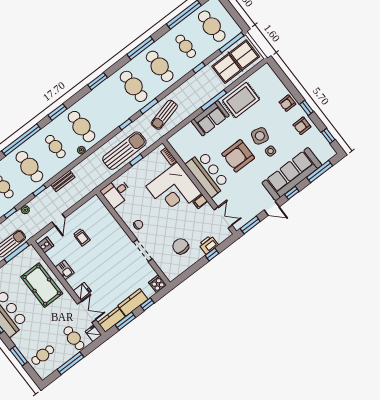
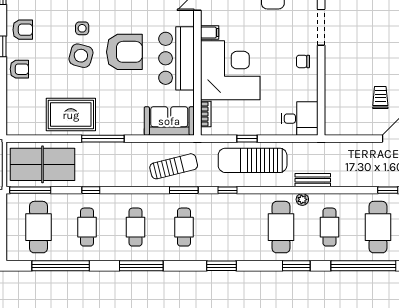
cafe table: (160, 66) -> (135, 227), width x0.73, depth x0.74
cafe table: (134, 86) -> (184, 227), width x0.73, depth x0.74
sofa: (210, 118) -> (169, 121), moved
bench: (63, 181) -> (313, 180), moved

